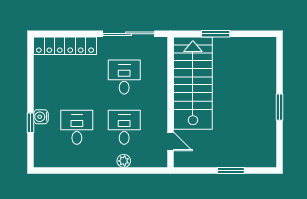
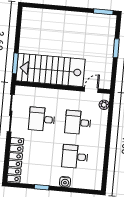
window: (216, 34) -> (15, 63), moved
window: (279, 107) -> (103, 12), moved
window: (31, 123) -> (42, 187), moved
plant: (124, 161) -> (104, 105), moved

